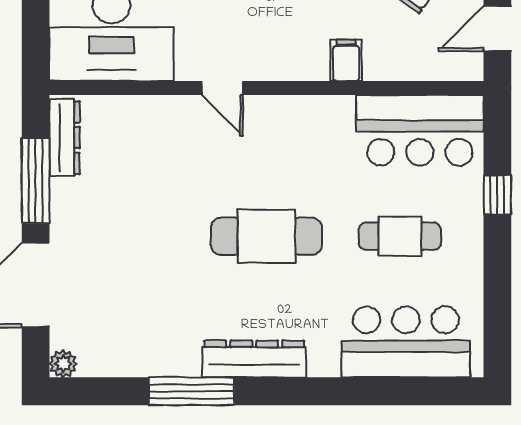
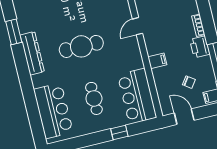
door: (222, 88) -> (137, 26), moved
cafe table: (267, 236) -> (81, 46), turned 90
window: (191, 391) -> (14, 32), width x0.69

